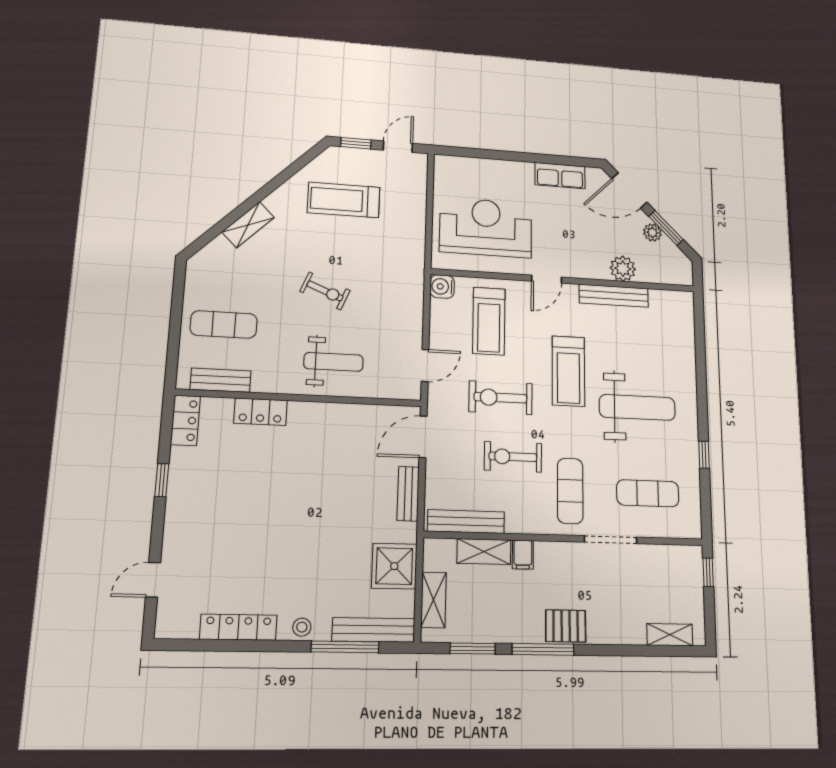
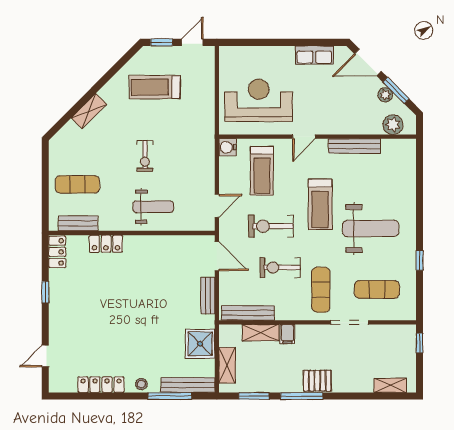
plant: (623, 269) -> (393, 125), moved
exercise bike: (325, 291) -> (145, 156), turned 68
door: (423, 437) -> (217, 256), swing flipped

